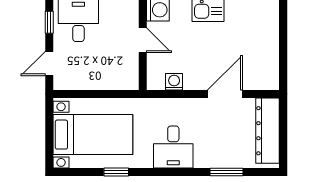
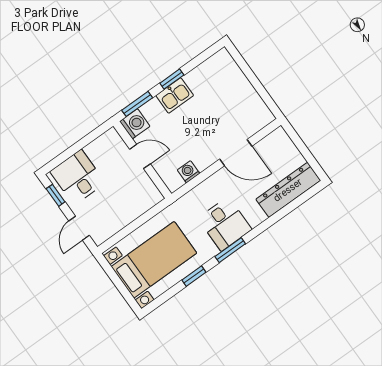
door: (225, 94) -> (236, 153), swing flipped
dresser: (268, 131) -> (288, 190), moved, turned 90
window: (227, 172) -> (230, 250), moved

